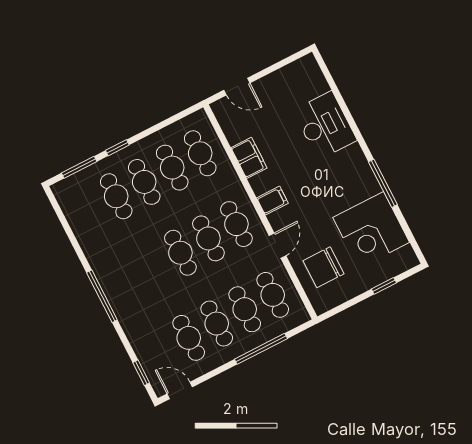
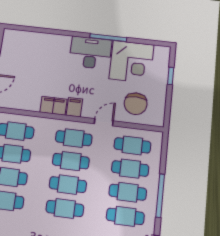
desk: (325, 125) -> (90, 53), moved
filing cabinet: (249, 158) -> (53, 106), moved
door: (277, 246) -> (104, 122), hinge flipped
cafe table: (152, 267) -> (65, 208), added
window: (261, 349) -> (160, 196), moved

